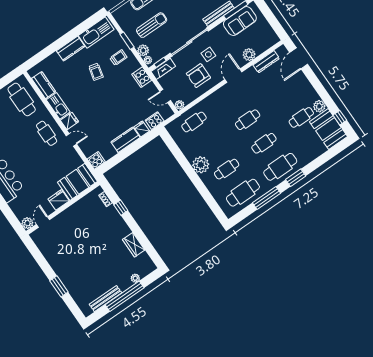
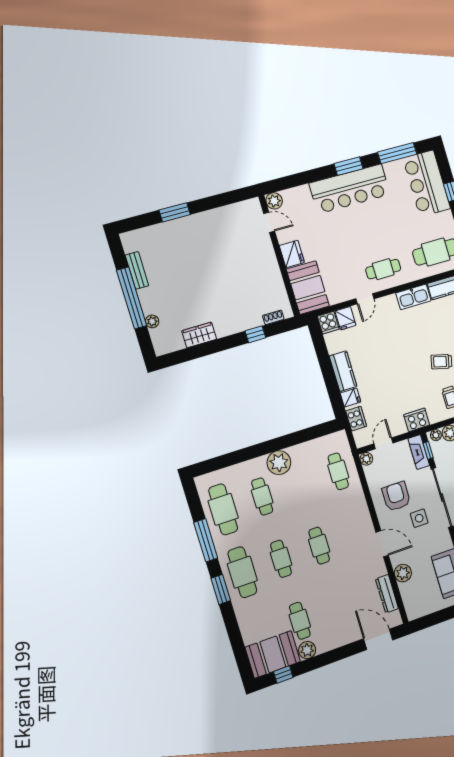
fridge: (69, 121) -> (345, 318), moved
bench: (105, 299) -> (137, 270), width x0.73

